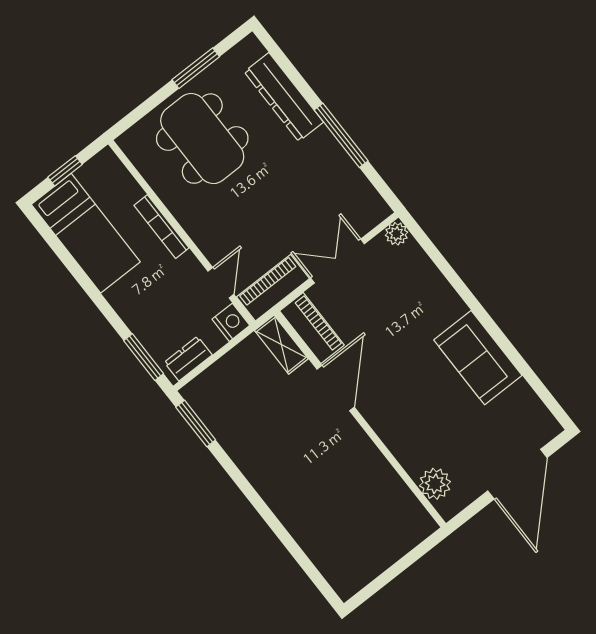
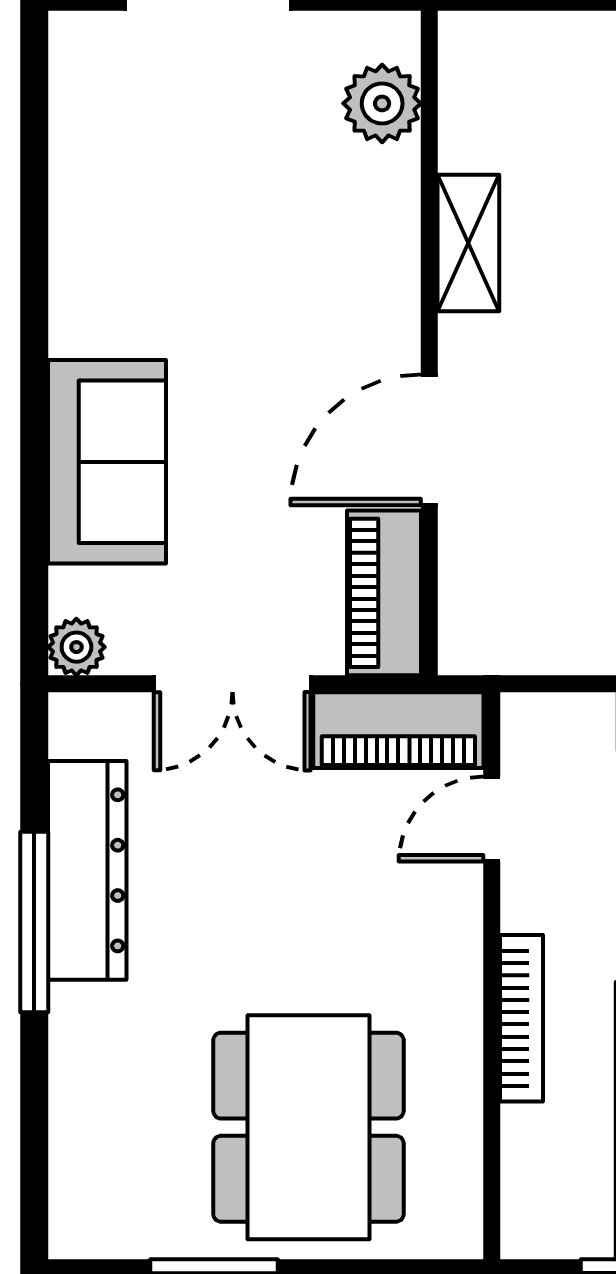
dresser: (284, 97) -> (87, 870), moved
nightstand: (231, 322) -> (532, 727), removed
shelving: (281, 345) -> (468, 243), moved
sofa: (478, 358) -> (107, 462), moved

